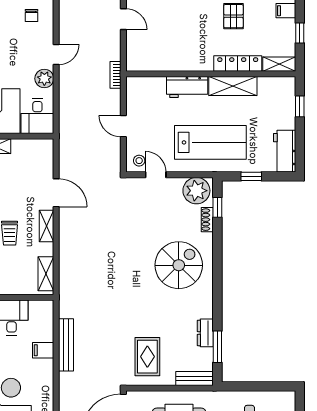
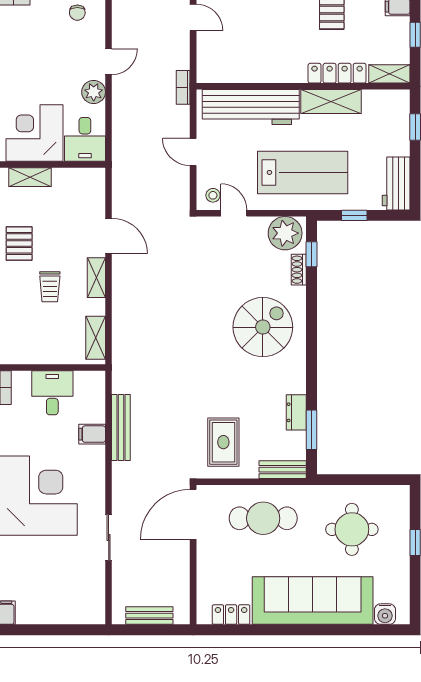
workbench: (187, 87) -> (251, 107), width x1.87, depth x1.32

